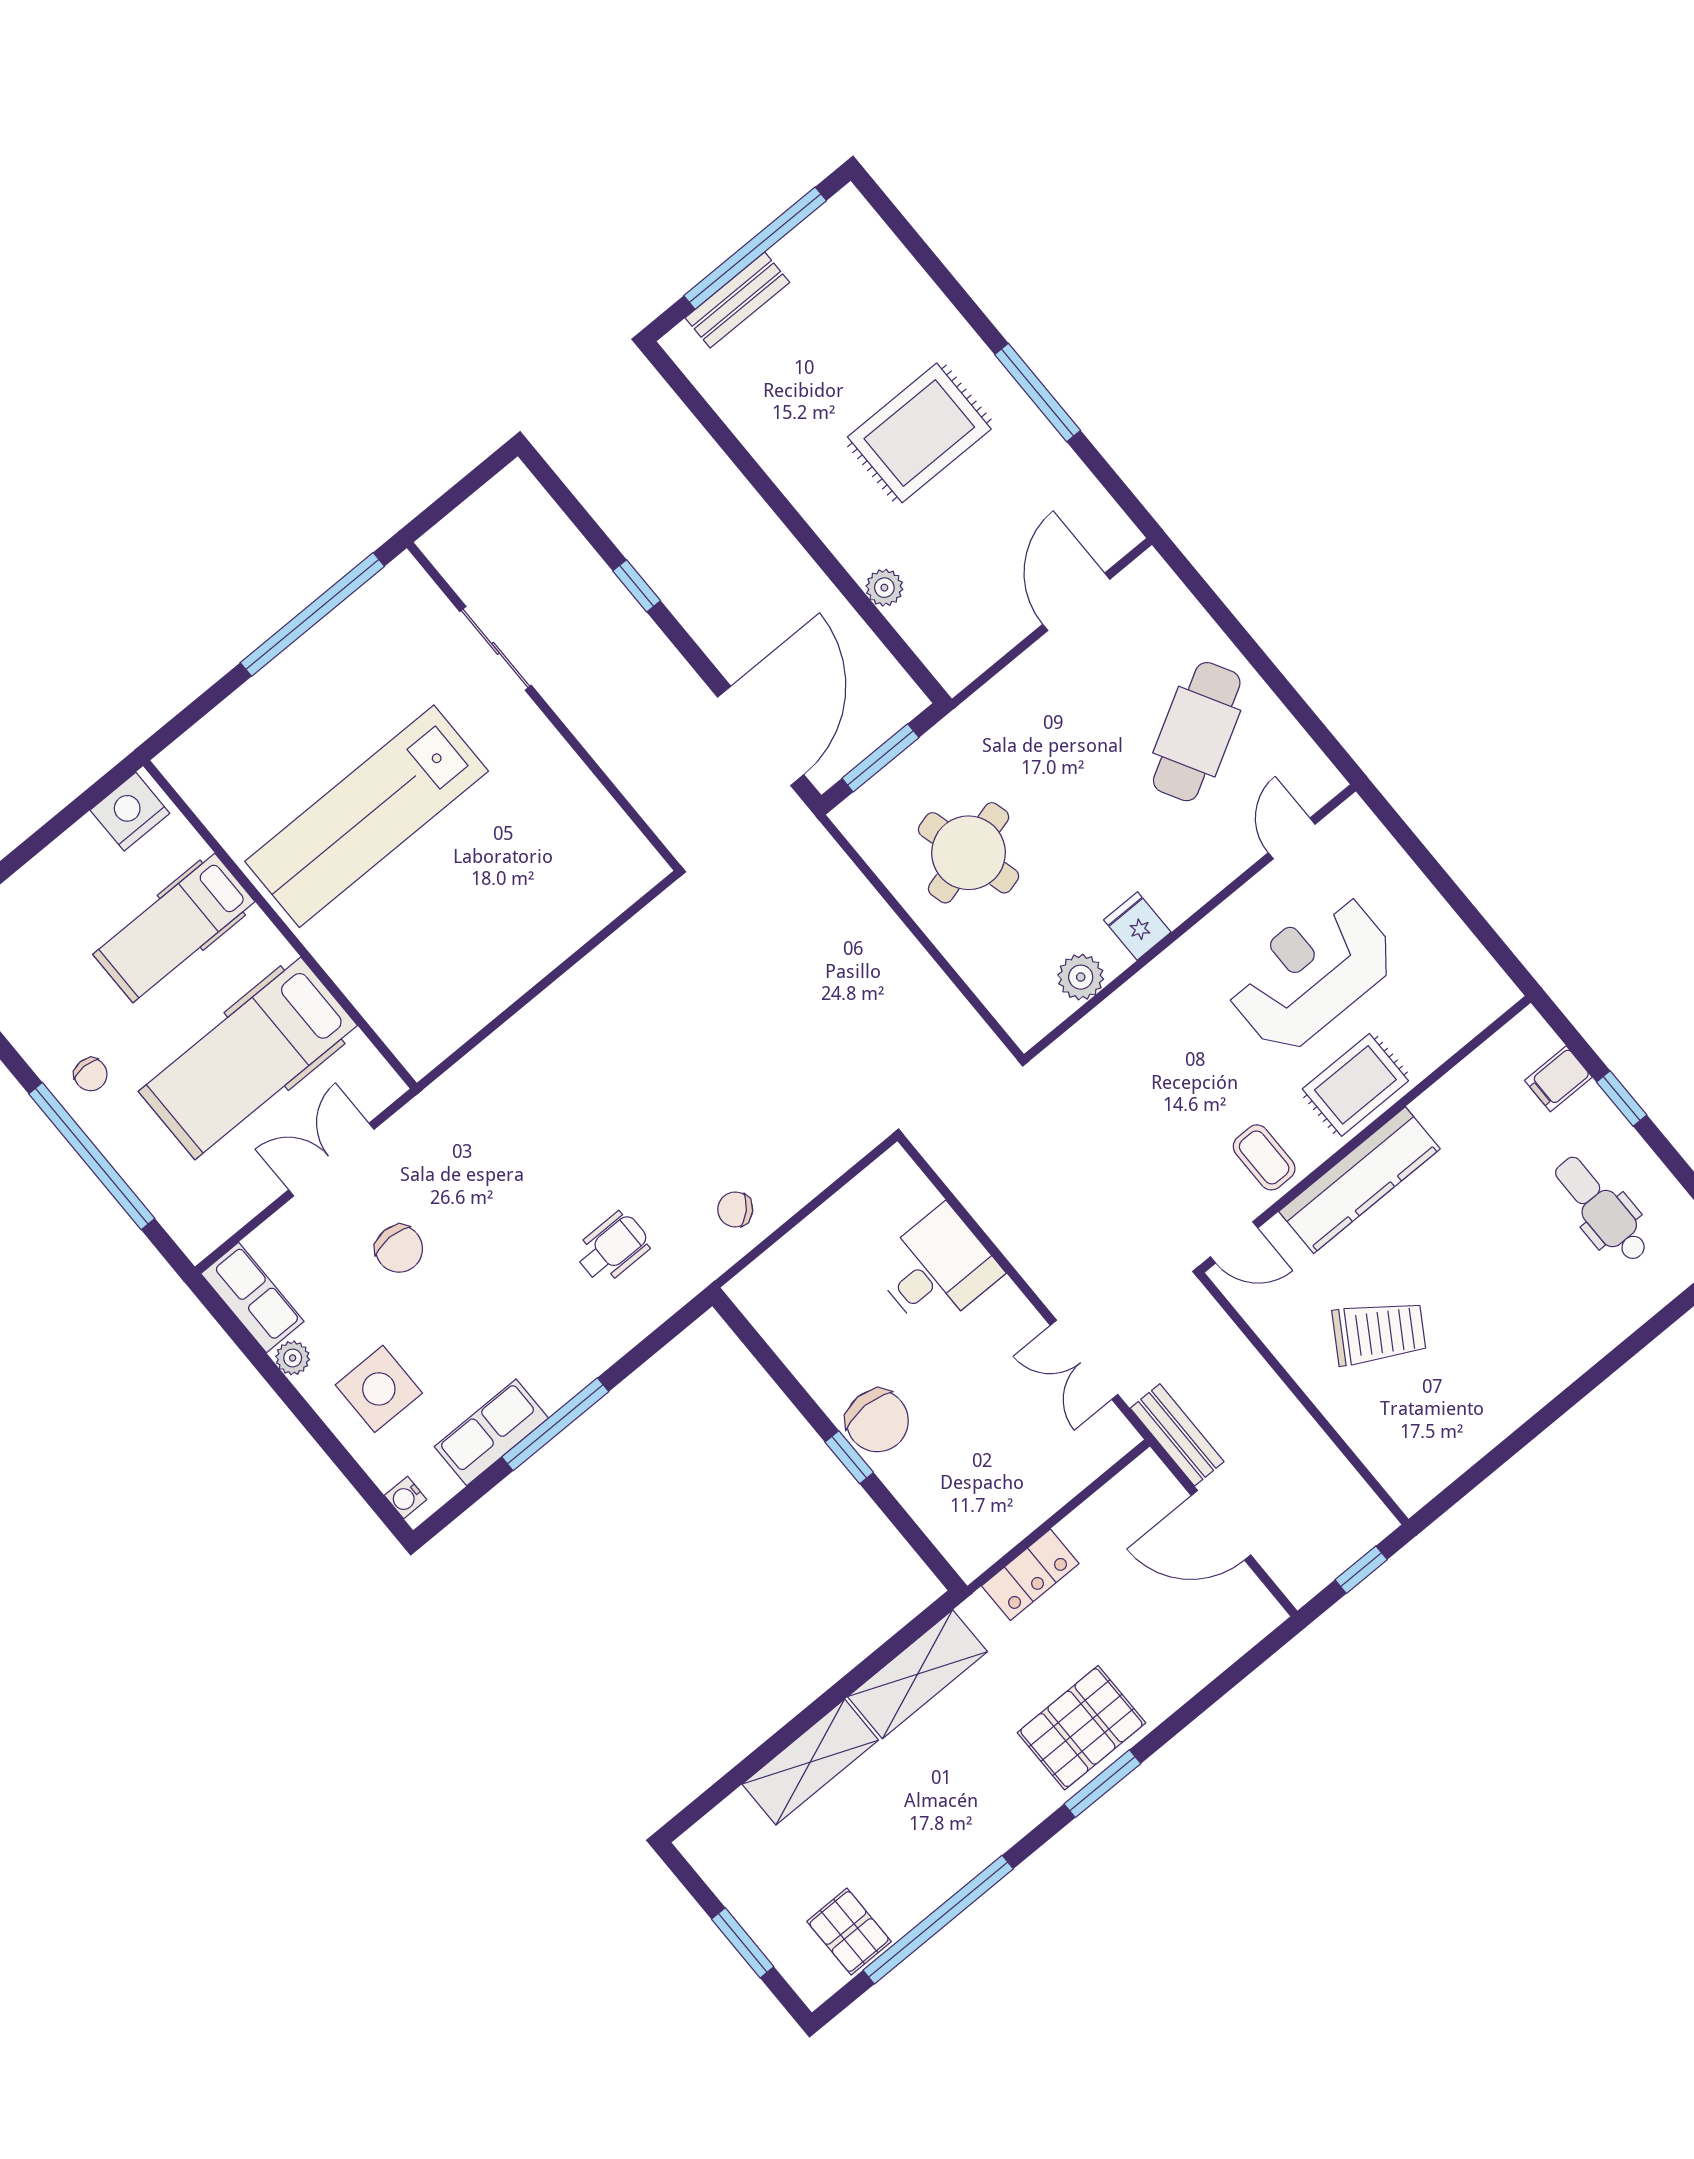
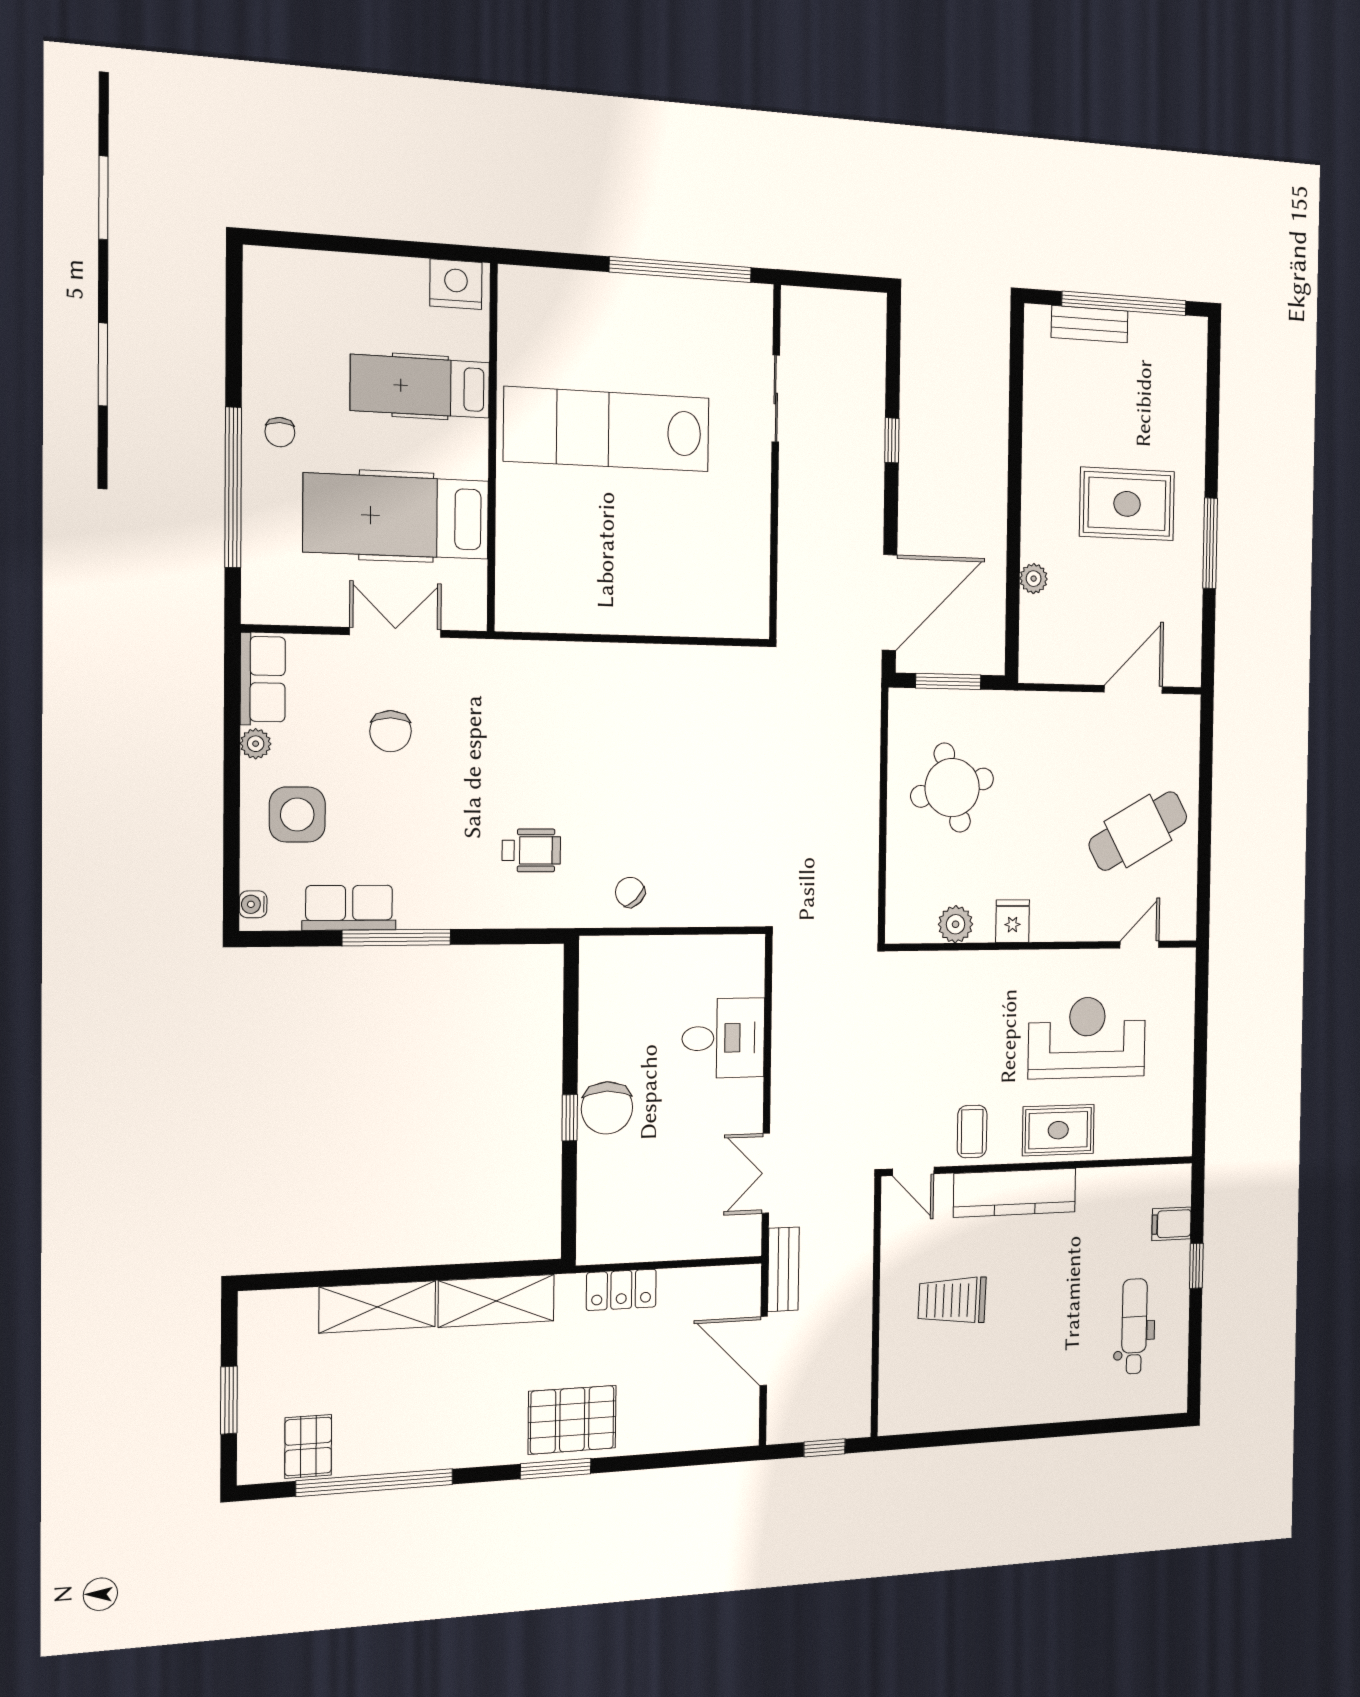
trolley: (1379, 1333) -> (952, 1300), turned 150

